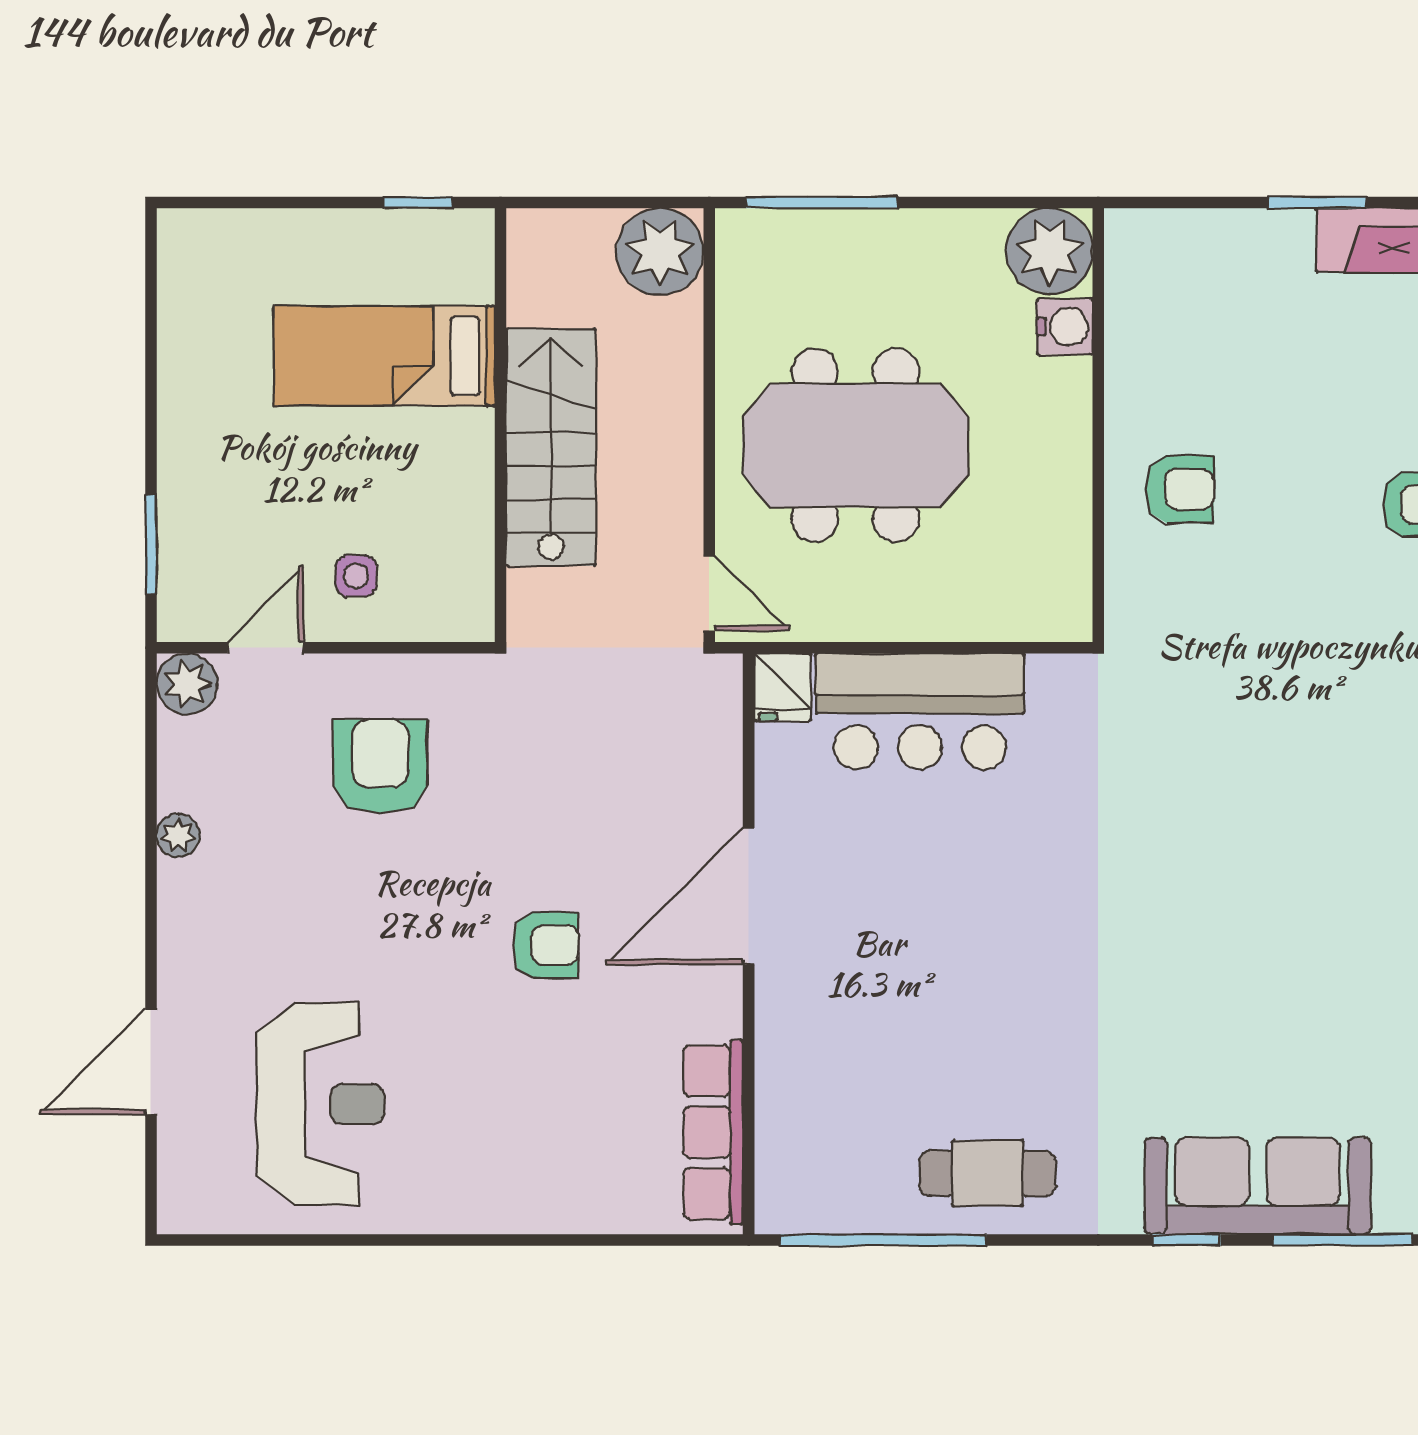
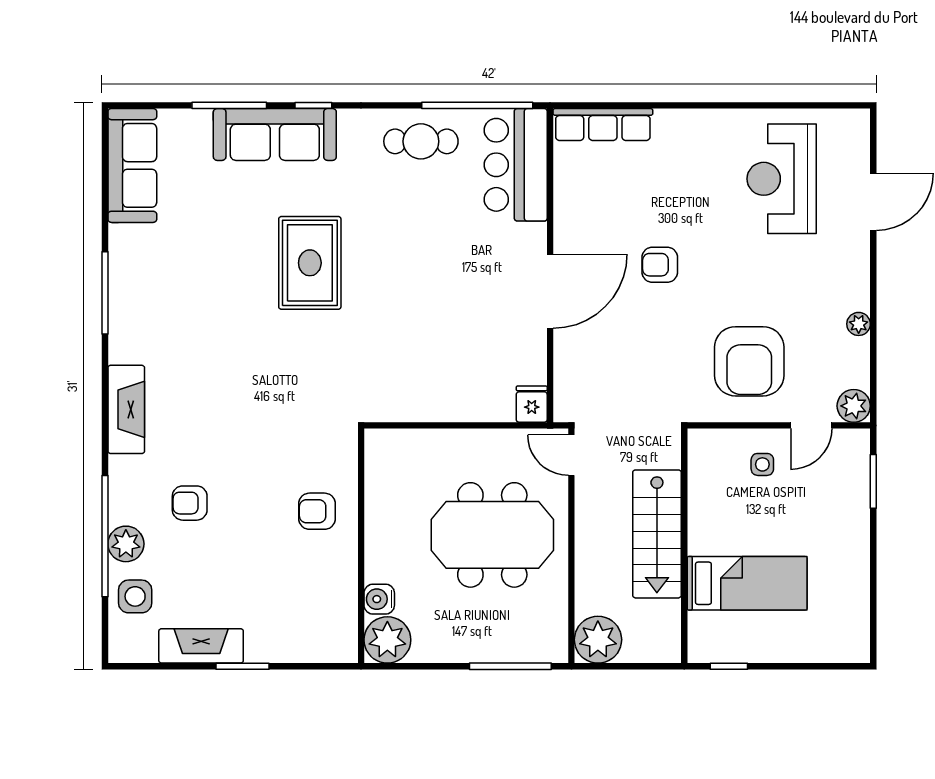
bar counter: (920, 711) -> (516, 165), moved, turned -90
armchair: (380, 766) -> (749, 361), width x1.36, depth x1.36
rug: (1193, 949) -> (310, 263), added
row of seats: (713, 1132) -> (603, 124), moved, turned 90

